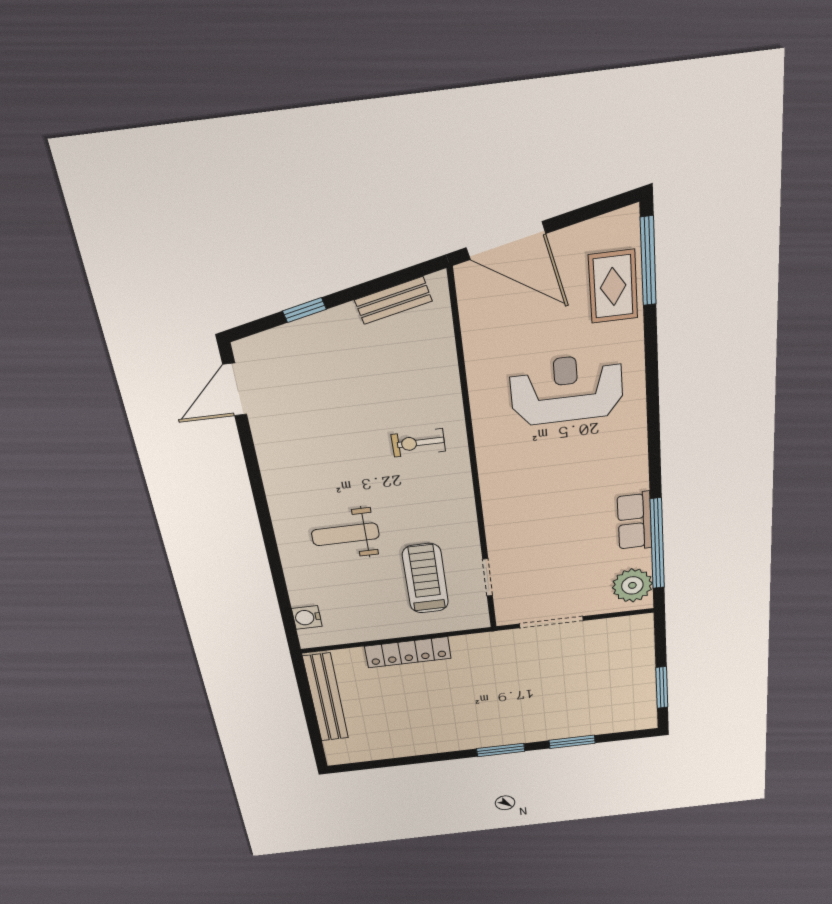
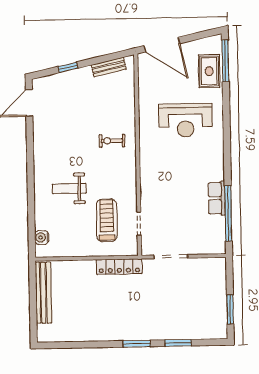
reception desk: (567, 389) -> (185, 120), turned 180
plant: (632, 585) -> (215, 238), removed
locker: (408, 652) -> (119, 267), moved

